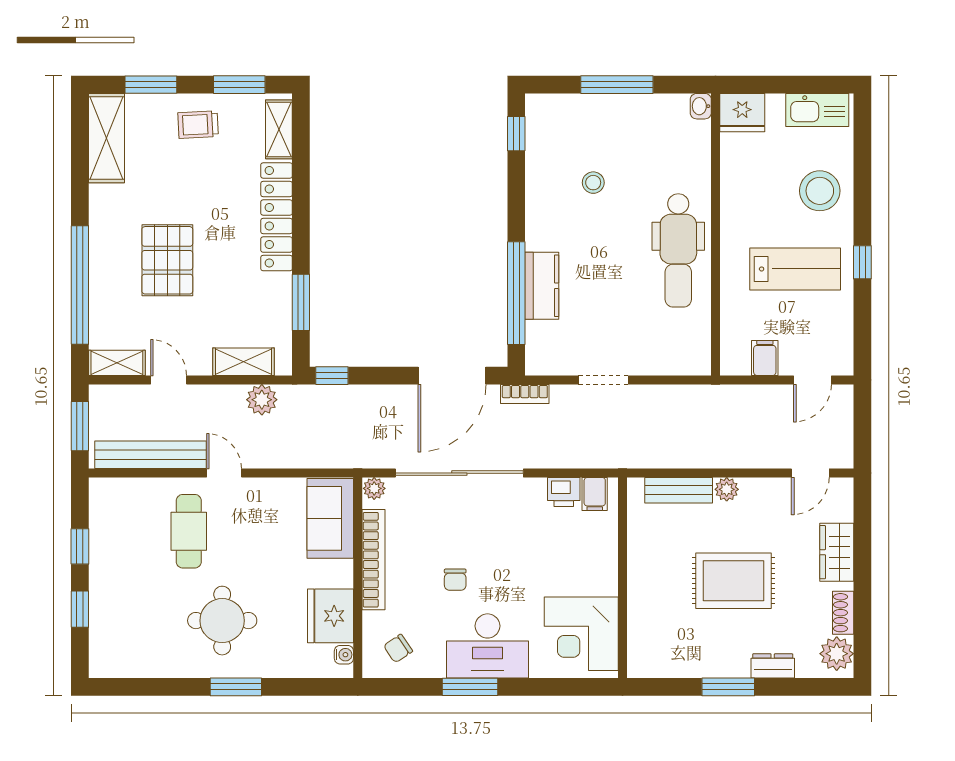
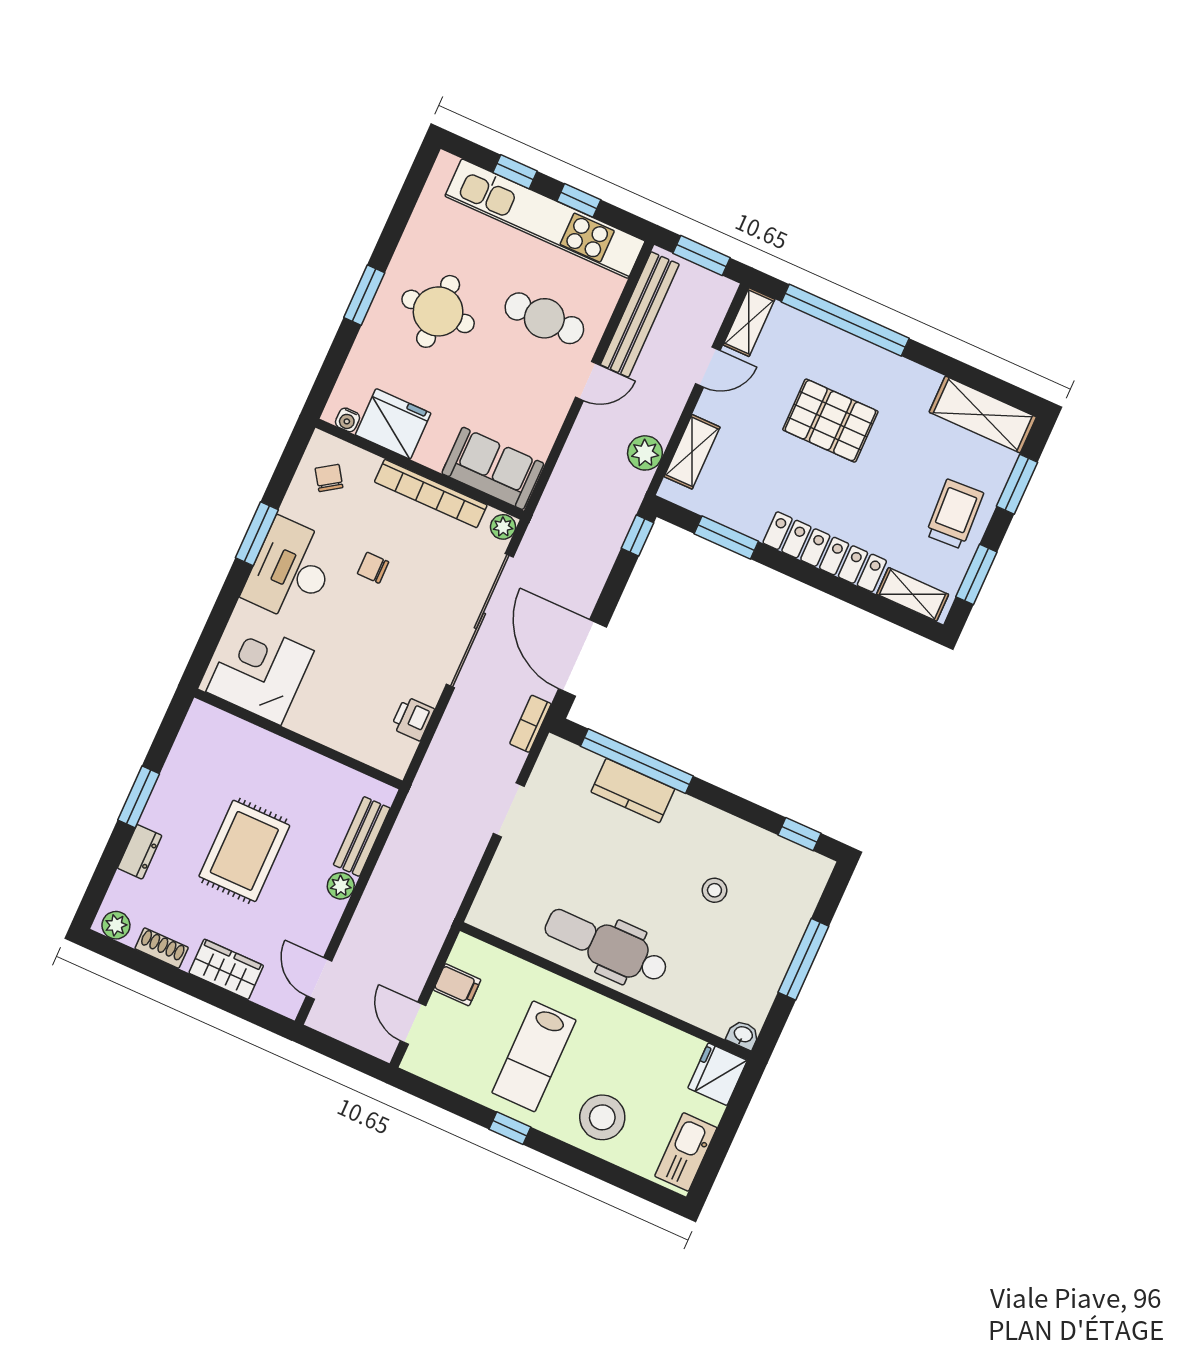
trolley: (198, 125) -> (955, 514), width x1.36, depth x1.39
filing cabinet: (595, 494) -> (396, 749), removed
kitchen unit: (107, 567) -> (545, 219), added
plant: (837, 654) -> (116, 925), width x0.73, depth x0.73

